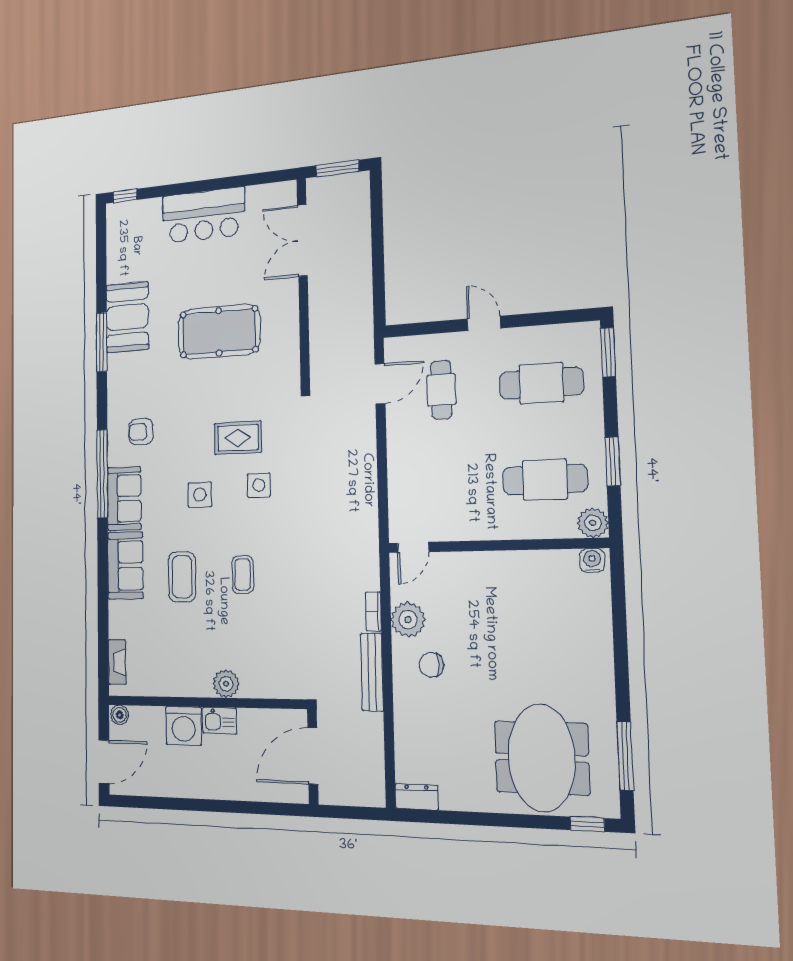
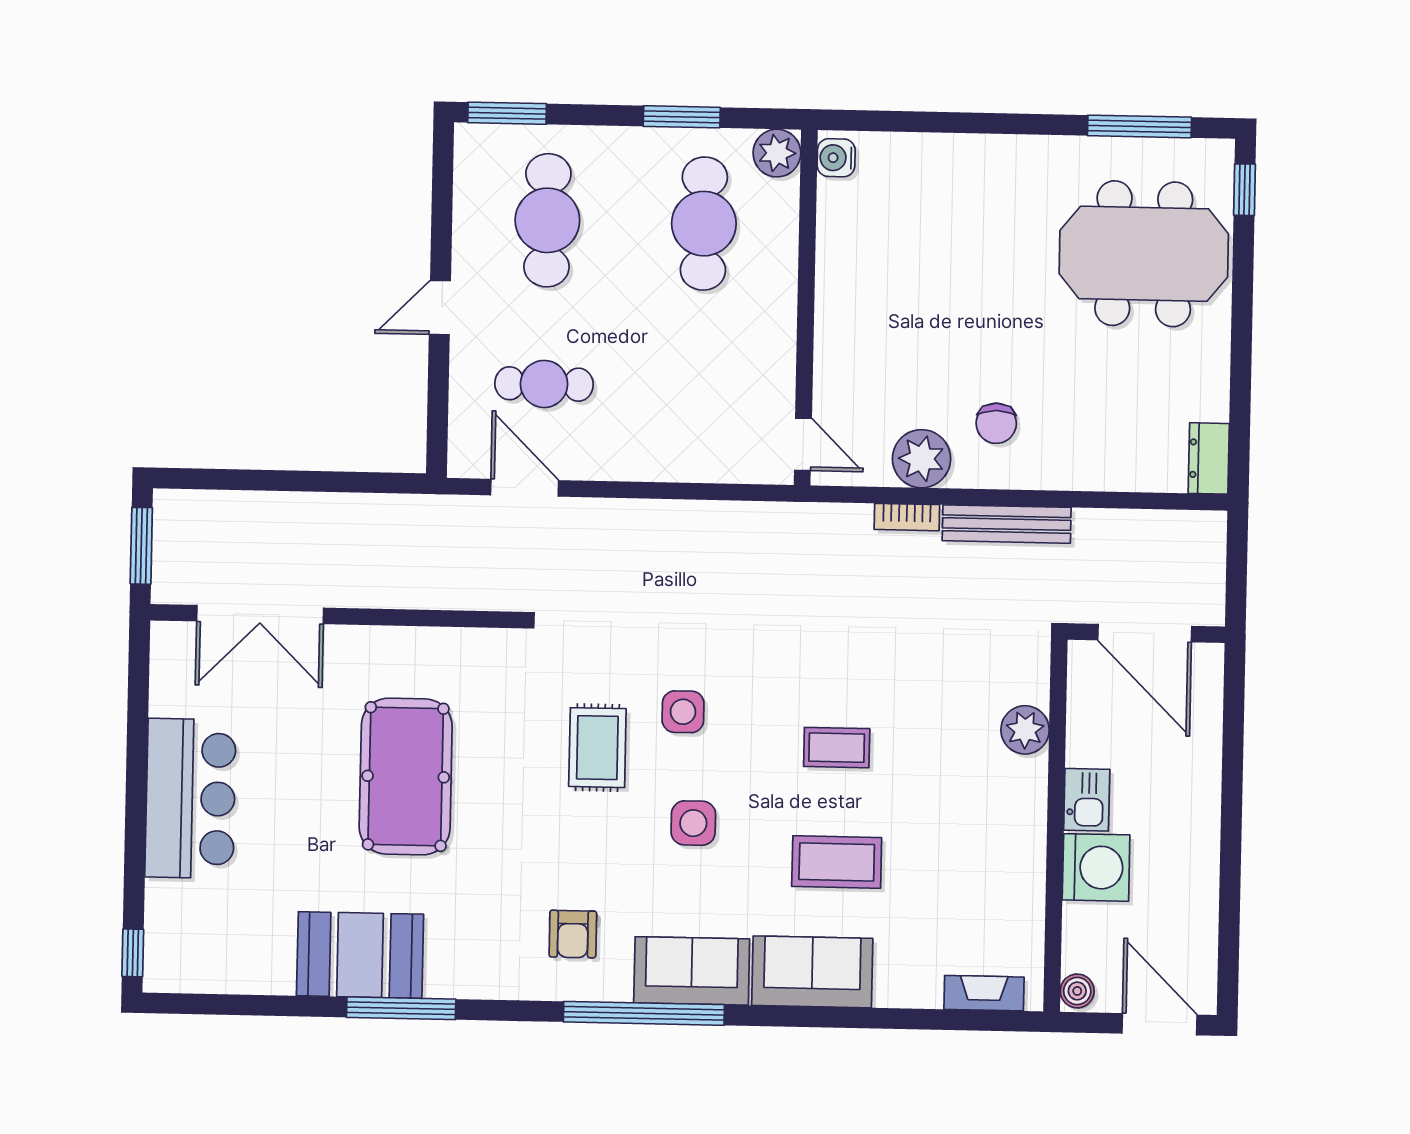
plant: (226, 684) -> (1025, 730), moved

